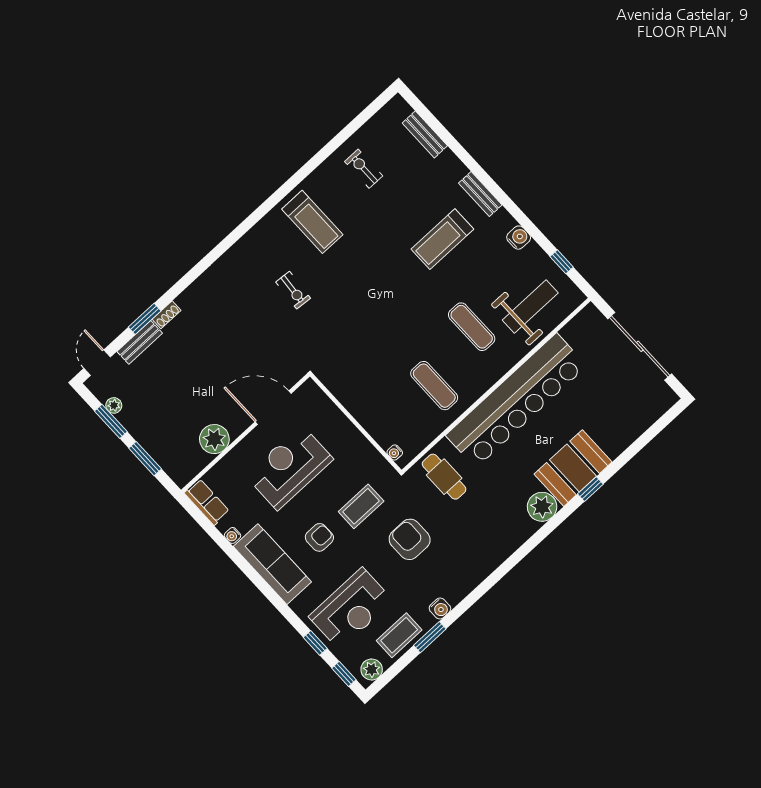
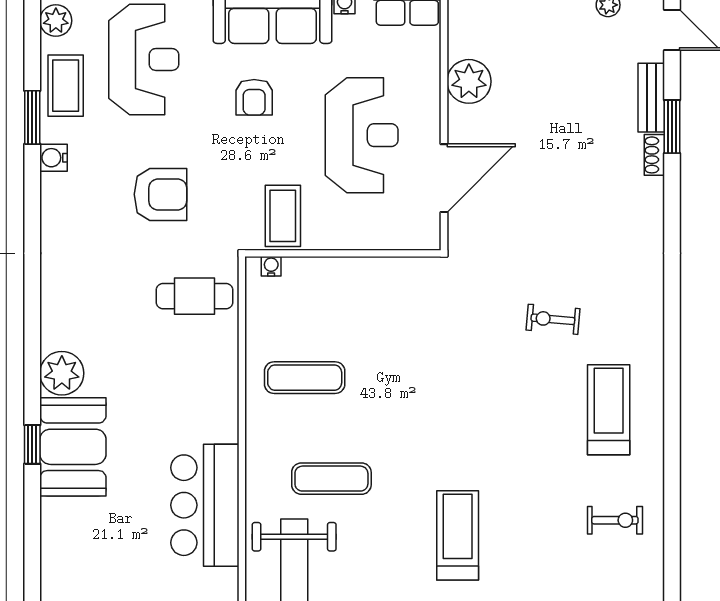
treadmill: (312, 222) -> (609, 410), turned 90
bar counter: (516, 401) -> (205, 505), width x0.54
coffee table: (361, 506) -> (283, 216), moved
reception desk: (351, 609) -> (144, 59), turned 180

